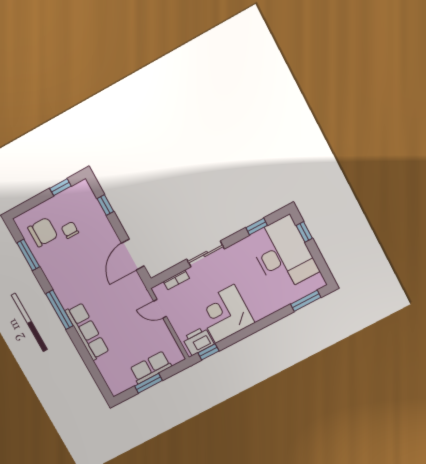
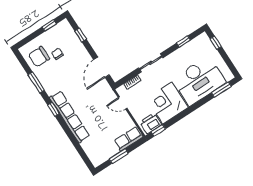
chair: (43, 232) -> (39, 57), turned 180
desk: (283, 254) -> (199, 81), moved, turned 90
window: (28, 255) -> (36, 82), moved
window: (59, 310) -> (54, 109), width x0.46
row of seats: (87, 331) -> (70, 117), width x1.36
row of seats: (151, 367) -> (128, 139), moved

